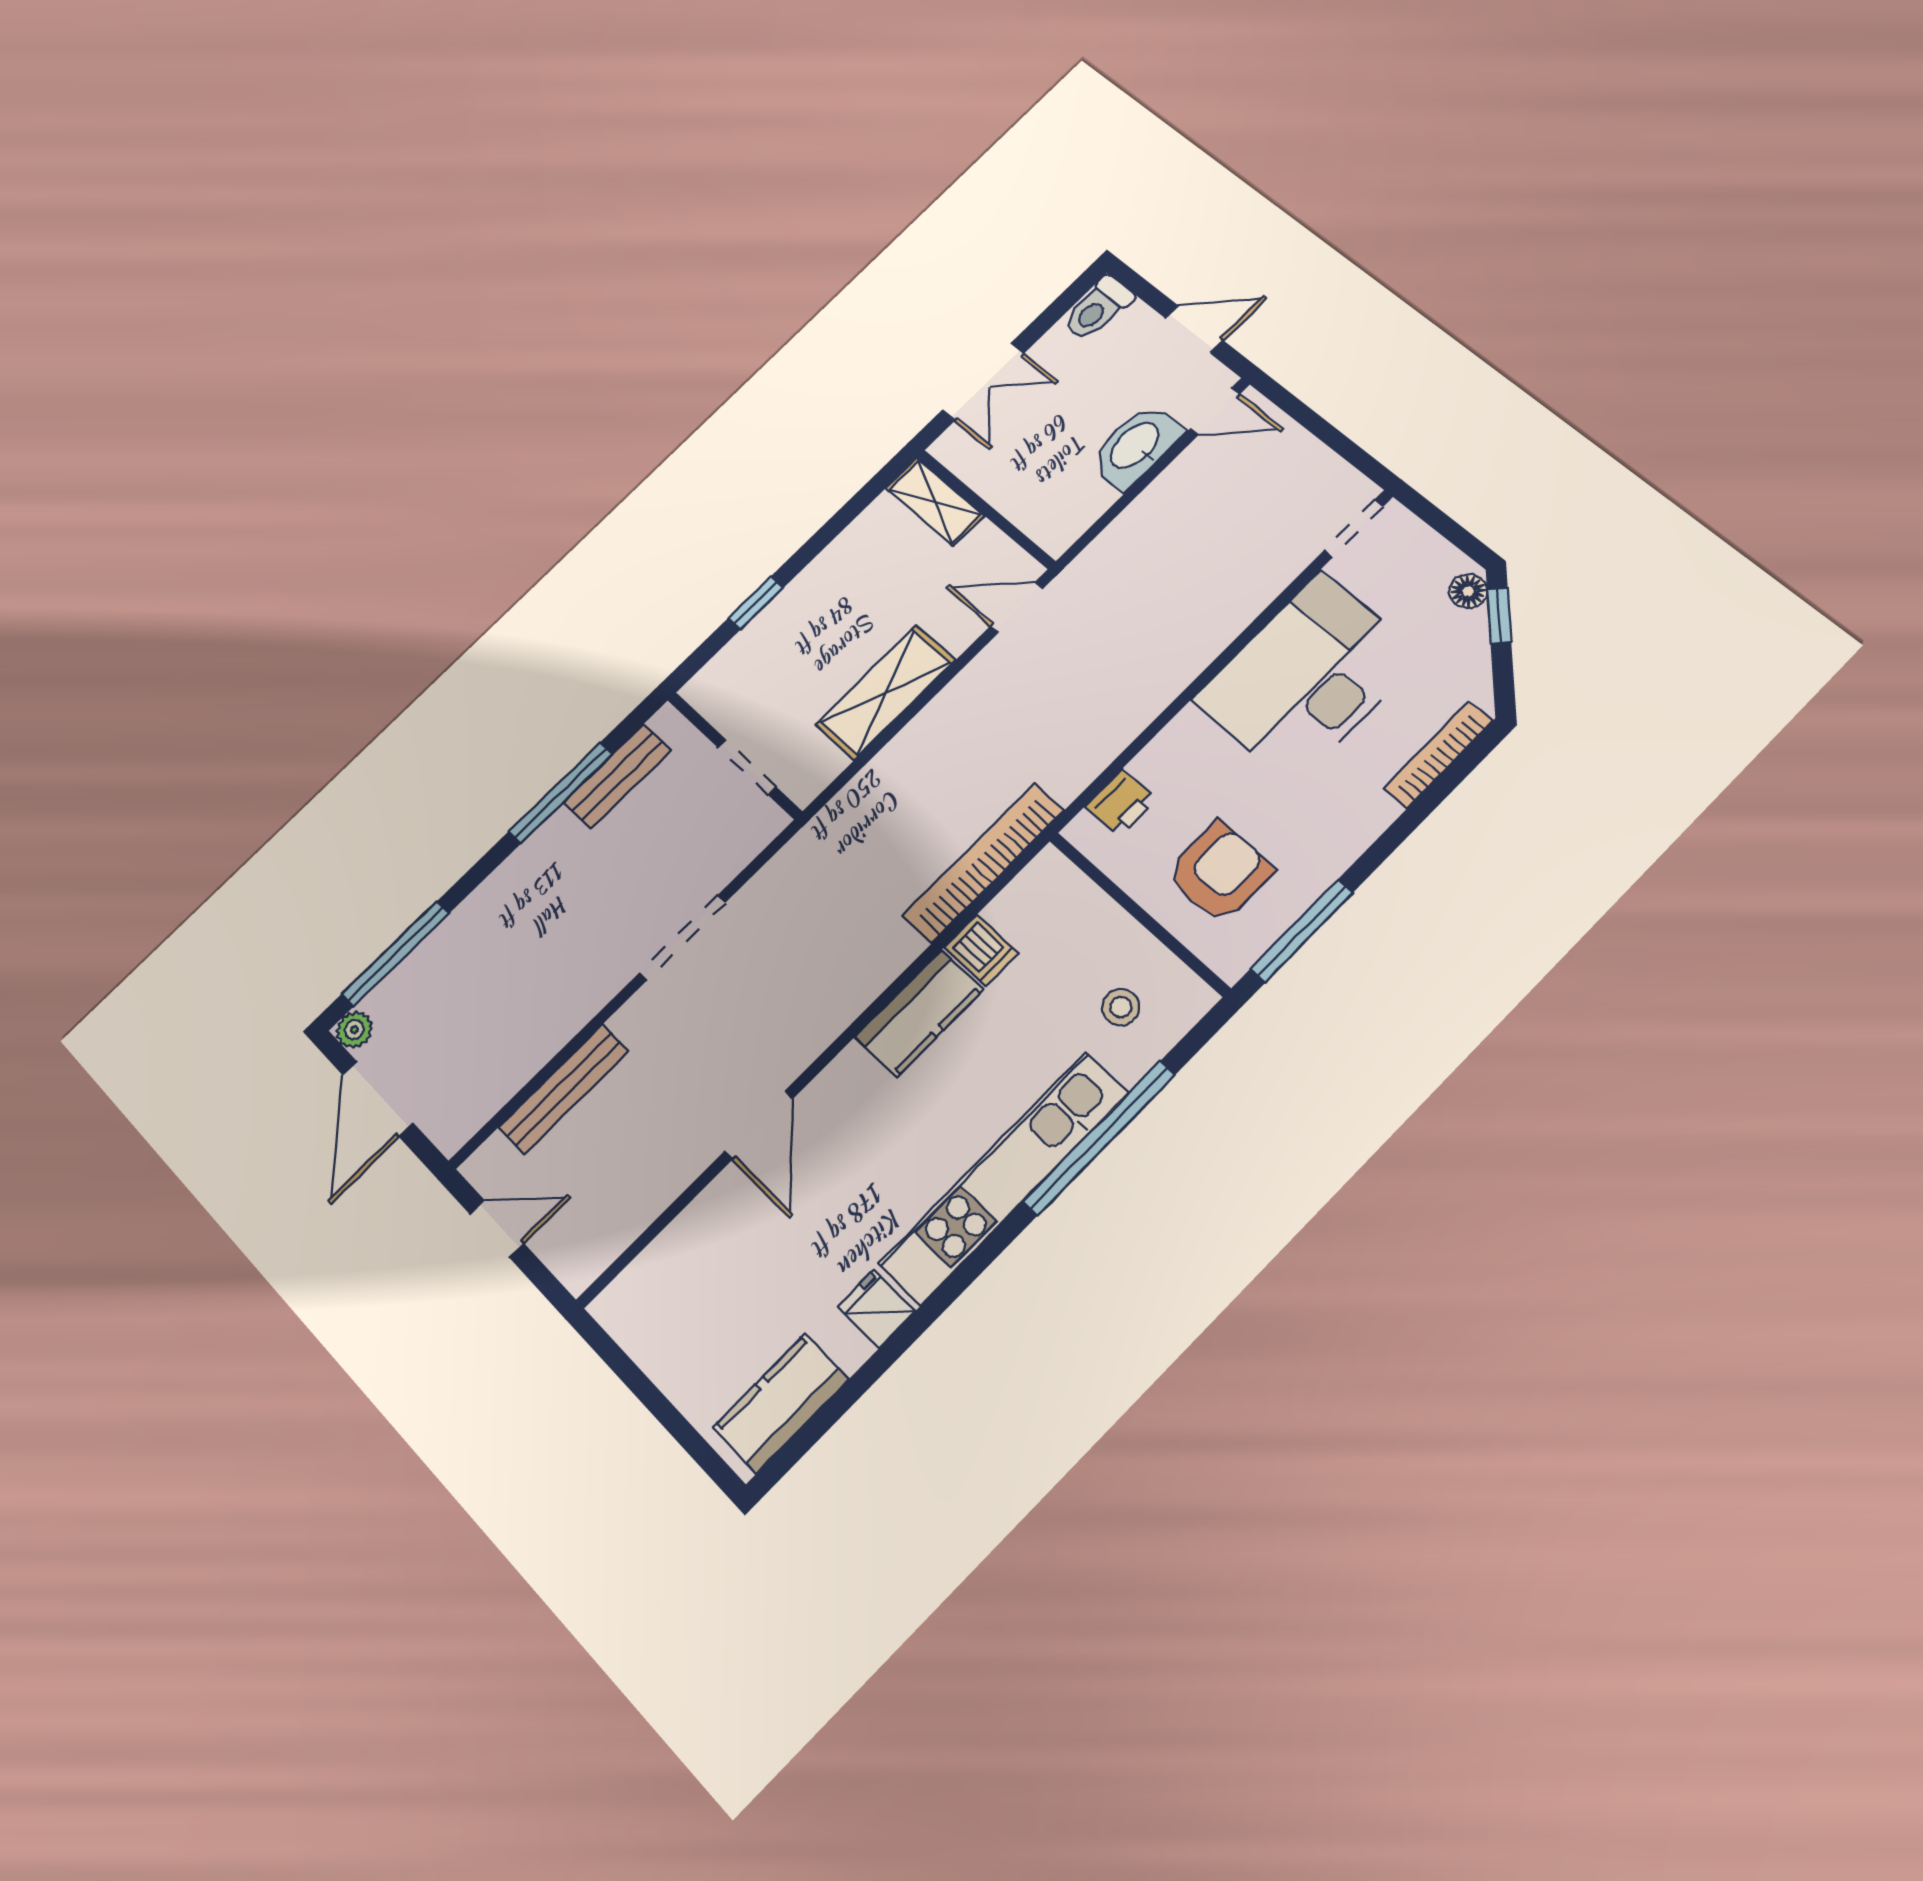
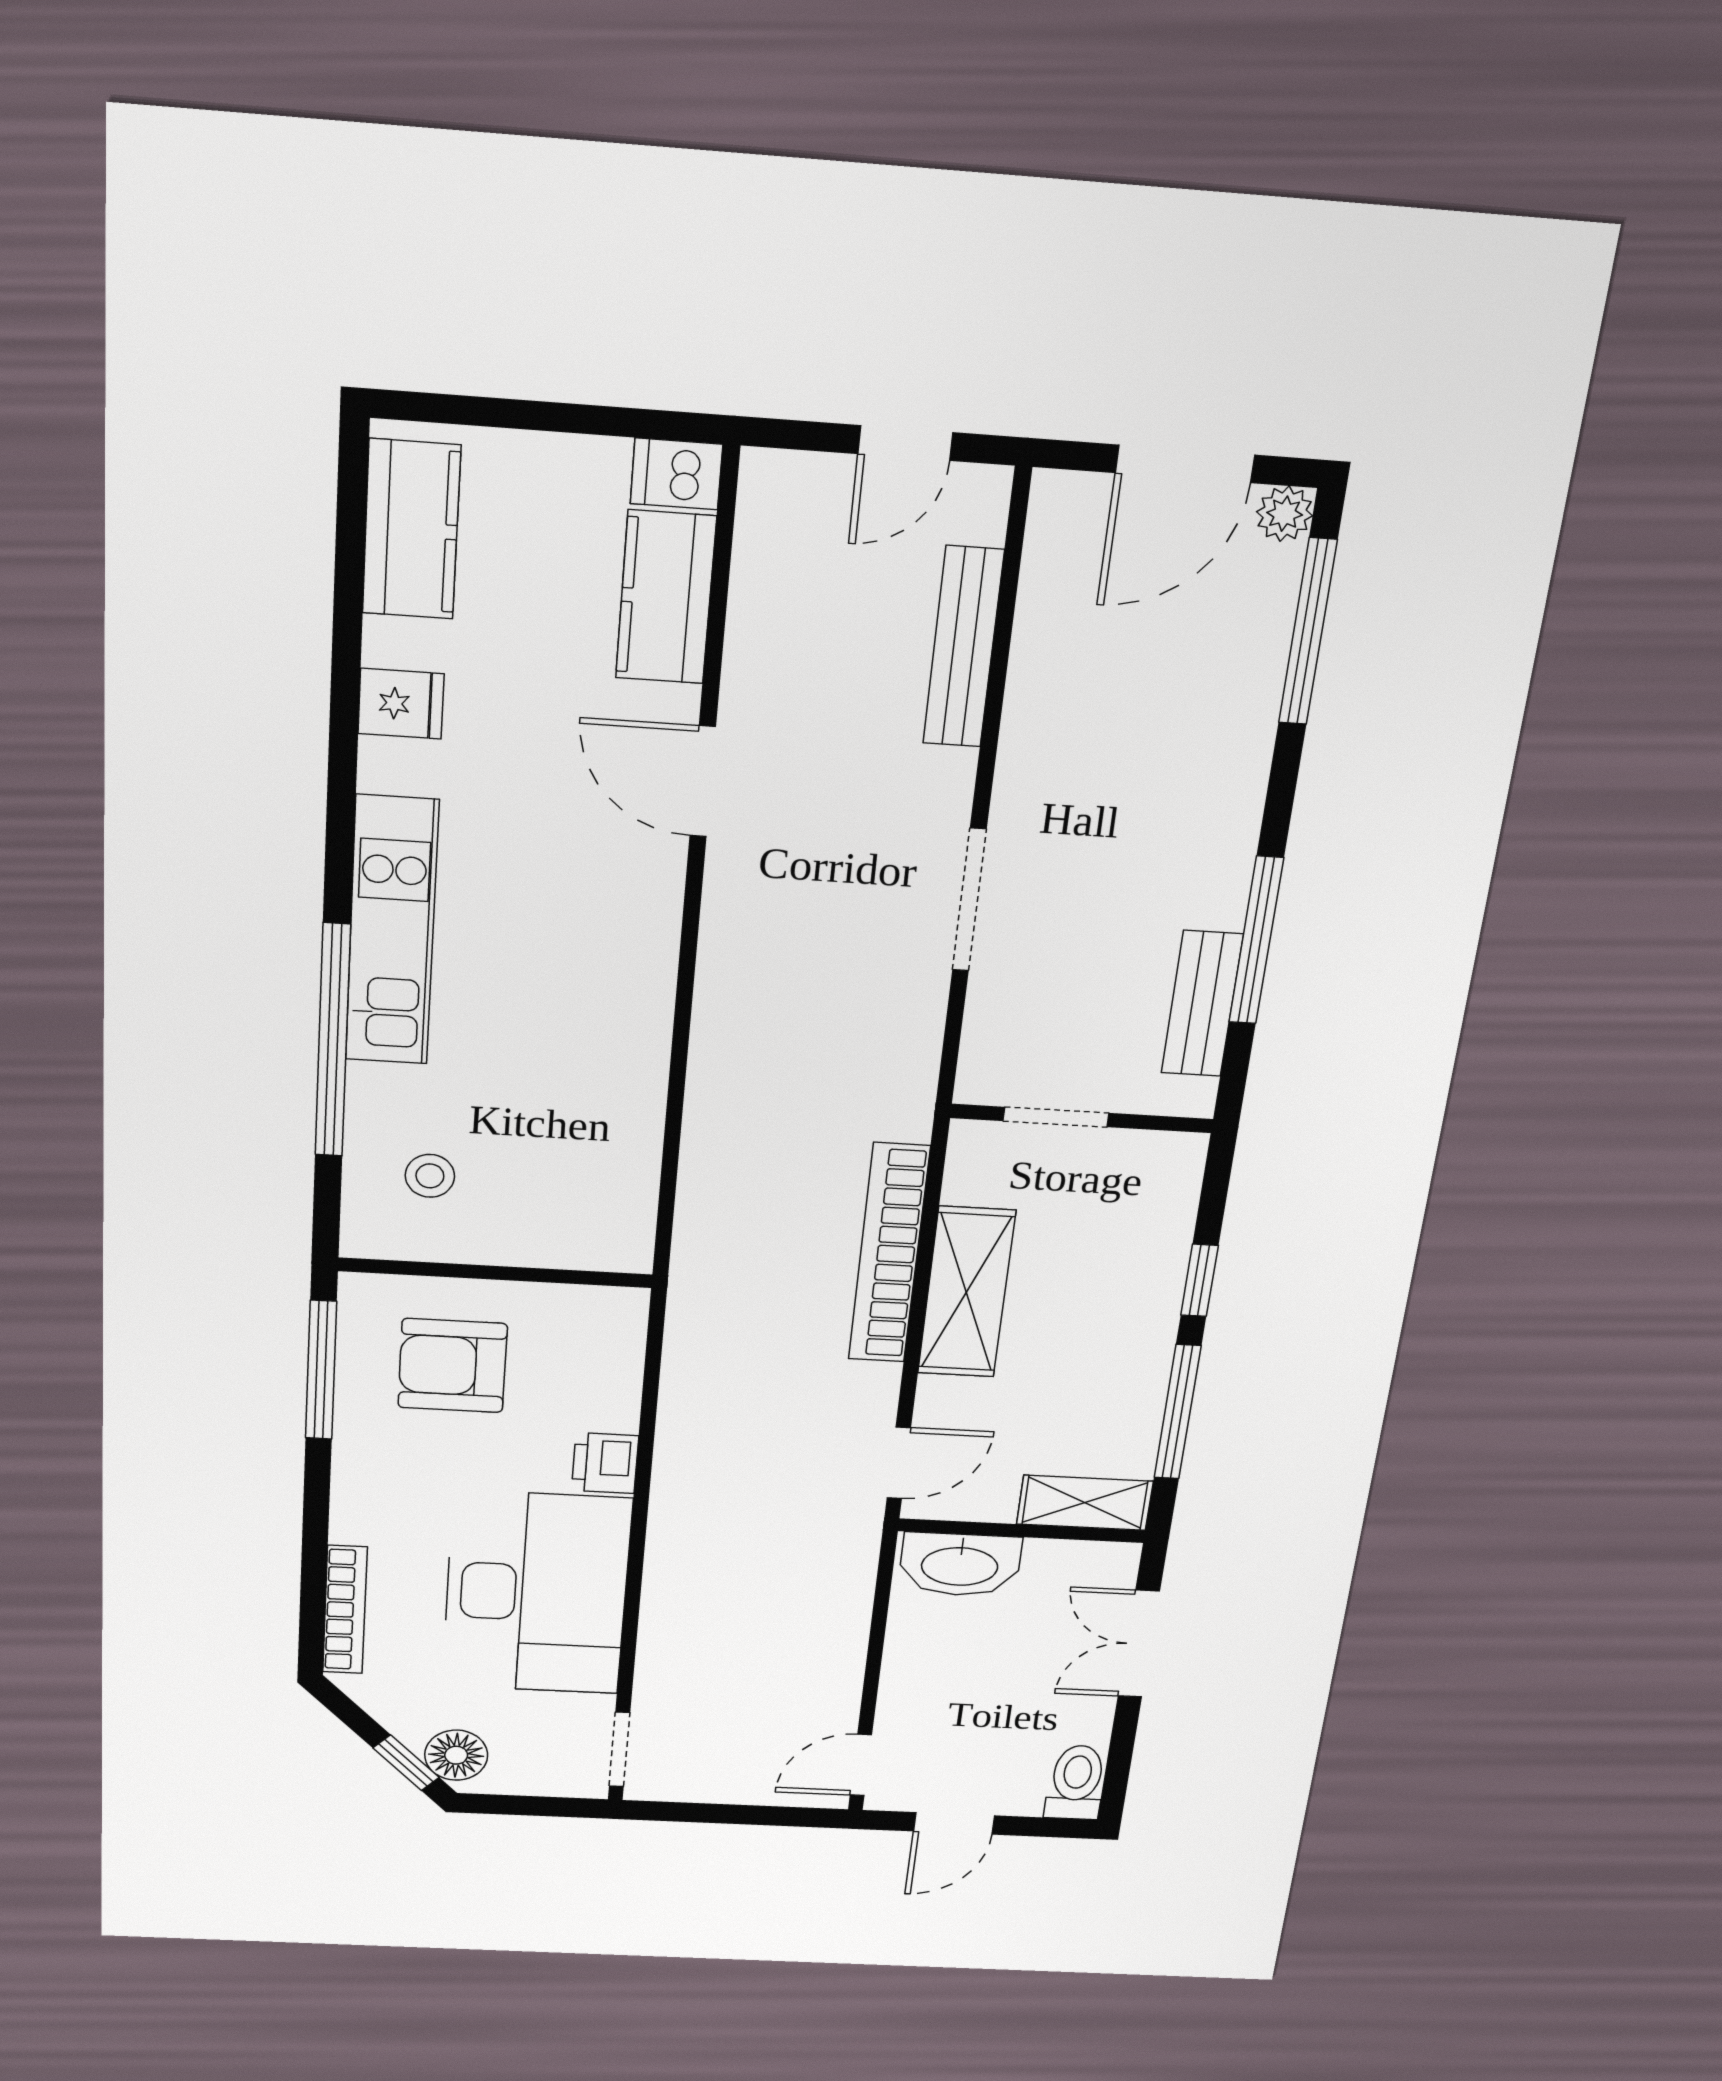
washbasin: (1136, 446) -> (960, 1565), moved, turned 90
window: (836, 525) -> (1177, 1412), added
floor lamp: (1468, 591) -> (456, 1755), width x1.37, depth x1.37
printer: (1121, 803) -> (605, 1463), moved
bookcase: (983, 863) -> (889, 1254), moved, turned 180
armchair: (1219, 872) -> (453, 1366), turned 90
dishwasher: (981, 950) -> (676, 474), moved
kitchen counter: (919, 1013) -> (666, 597), moved
door: (377, 1099) -> (1185, 464), swing flipped
kitchen unit: (1004, 1178) -> (392, 931), width x0.73

